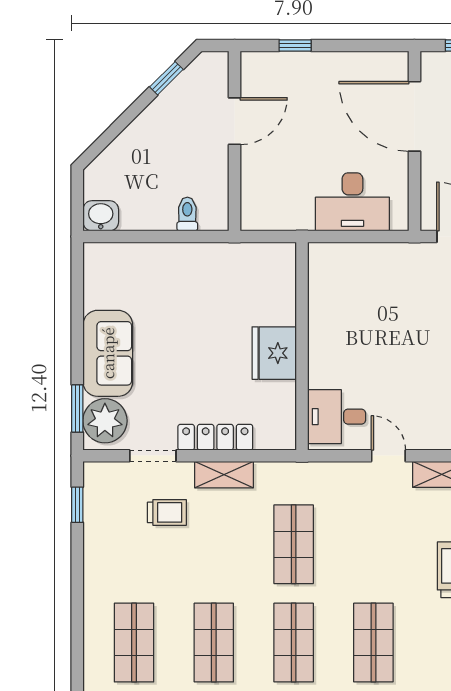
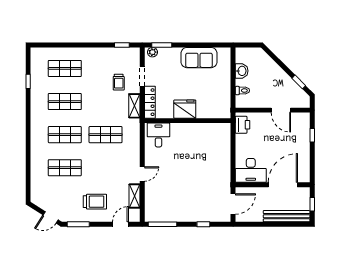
desk: (352, 202) -> (251, 170), moved, turned -90
printer: (270, 214) -> (242, 125), added
washbasin: (101, 216) -> (242, 71), moved
wall: (302, 346) -> (188, 121), moved
sofa: (108, 353) -> (199, 58), moved
fridge: (274, 353) -> (185, 109), moved
desk: (337, 417) -> (158, 135), moved
plant: (105, 421) -> (152, 52), width x0.53, depth x0.53

